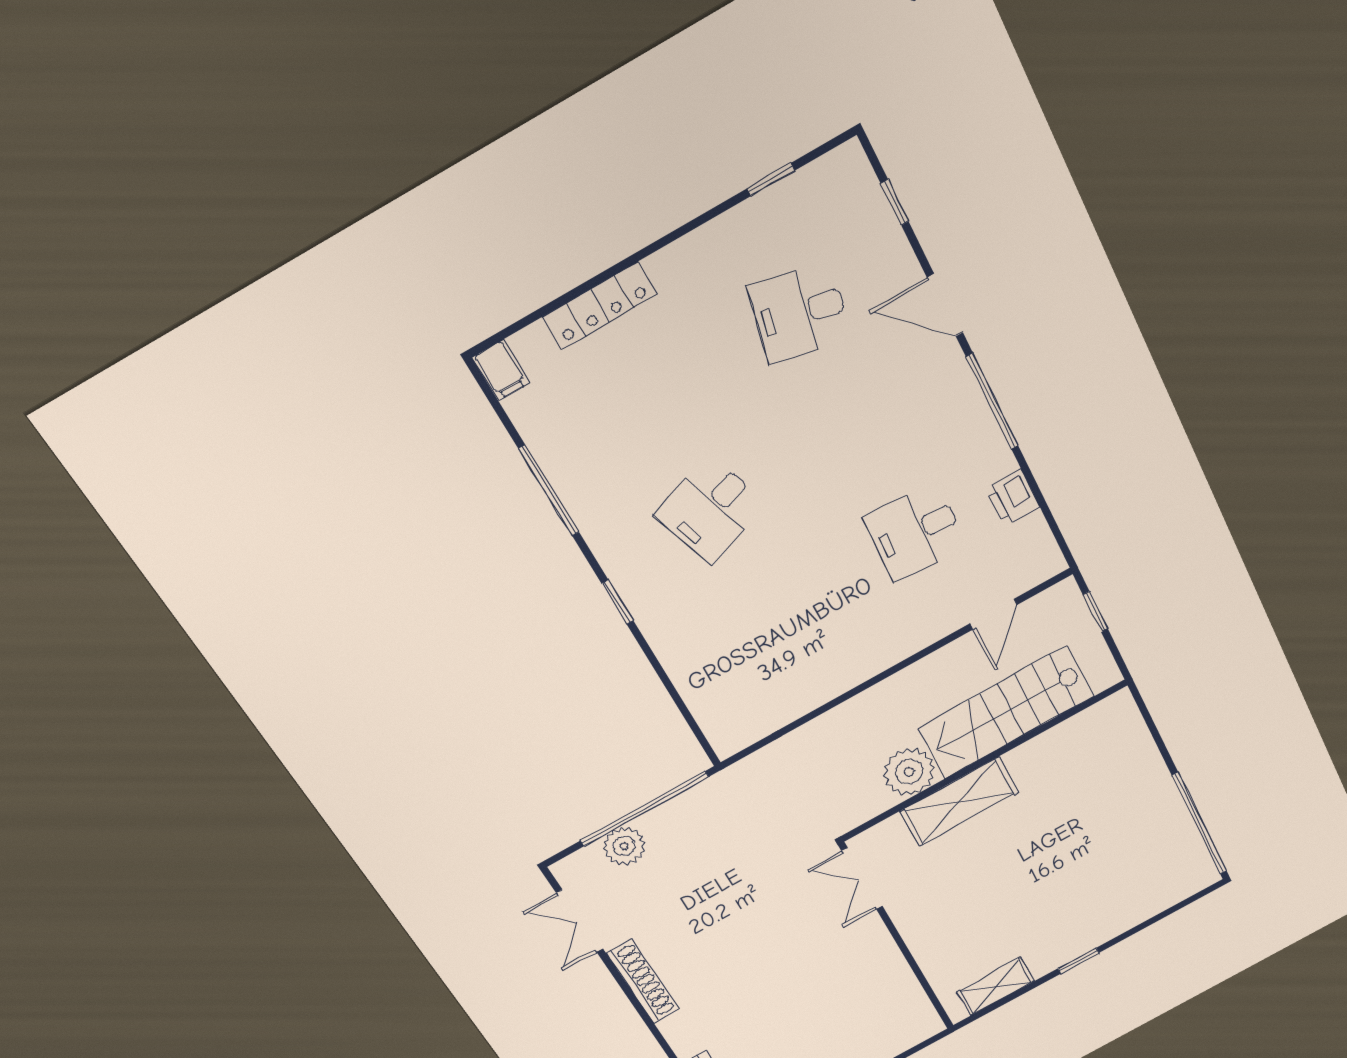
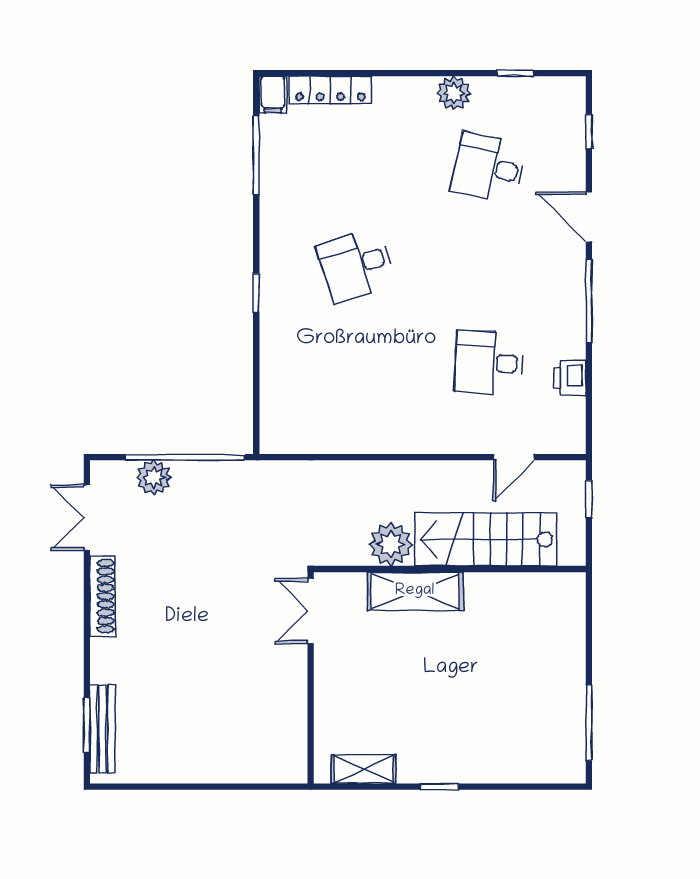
plant: (711, 246) -> (454, 93), added
locker: (600, 306) -> (330, 90), moved
window: (549, 491) -> (256, 155), moved
window: (1199, 824) -> (589, 723), width x0.68

